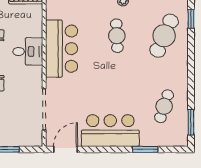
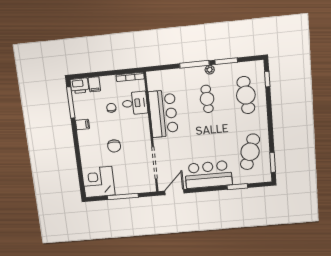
cafe table: (164, 36) -> (246, 95), turned -30
desk: (28, 51) -> (135, 103), moved
cafe table: (164, 106) -> (250, 152), width x1.37, depth x1.35

